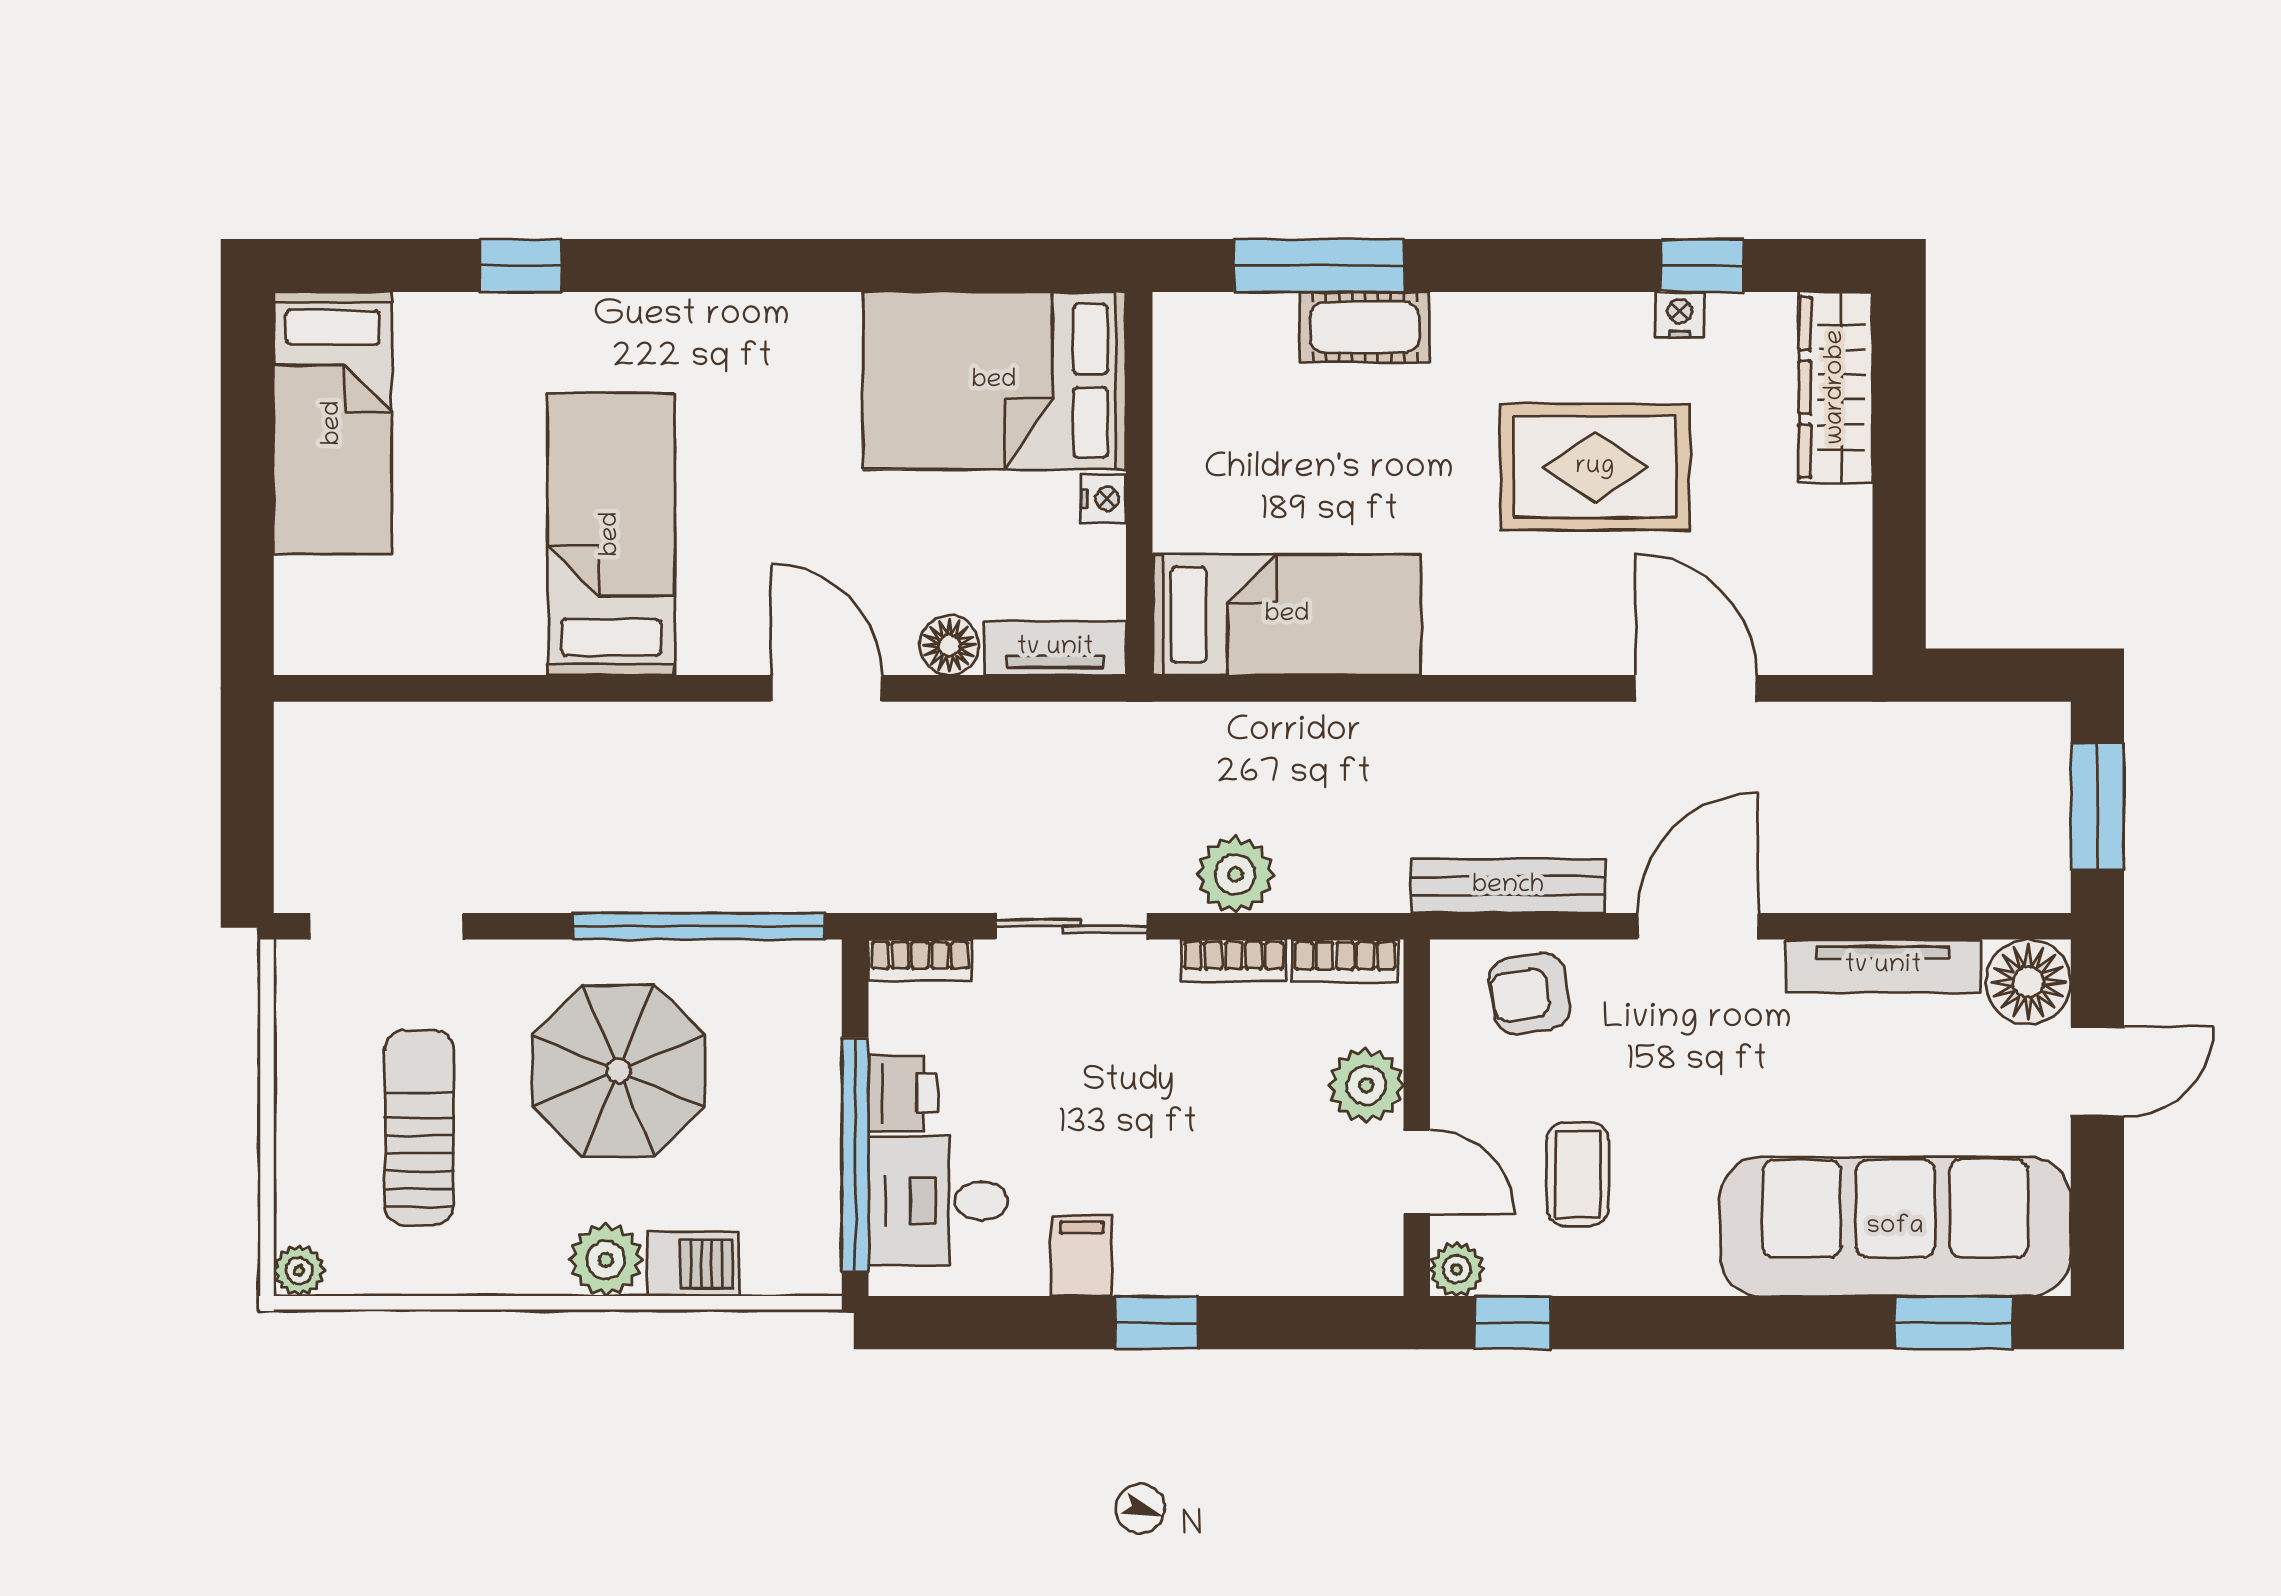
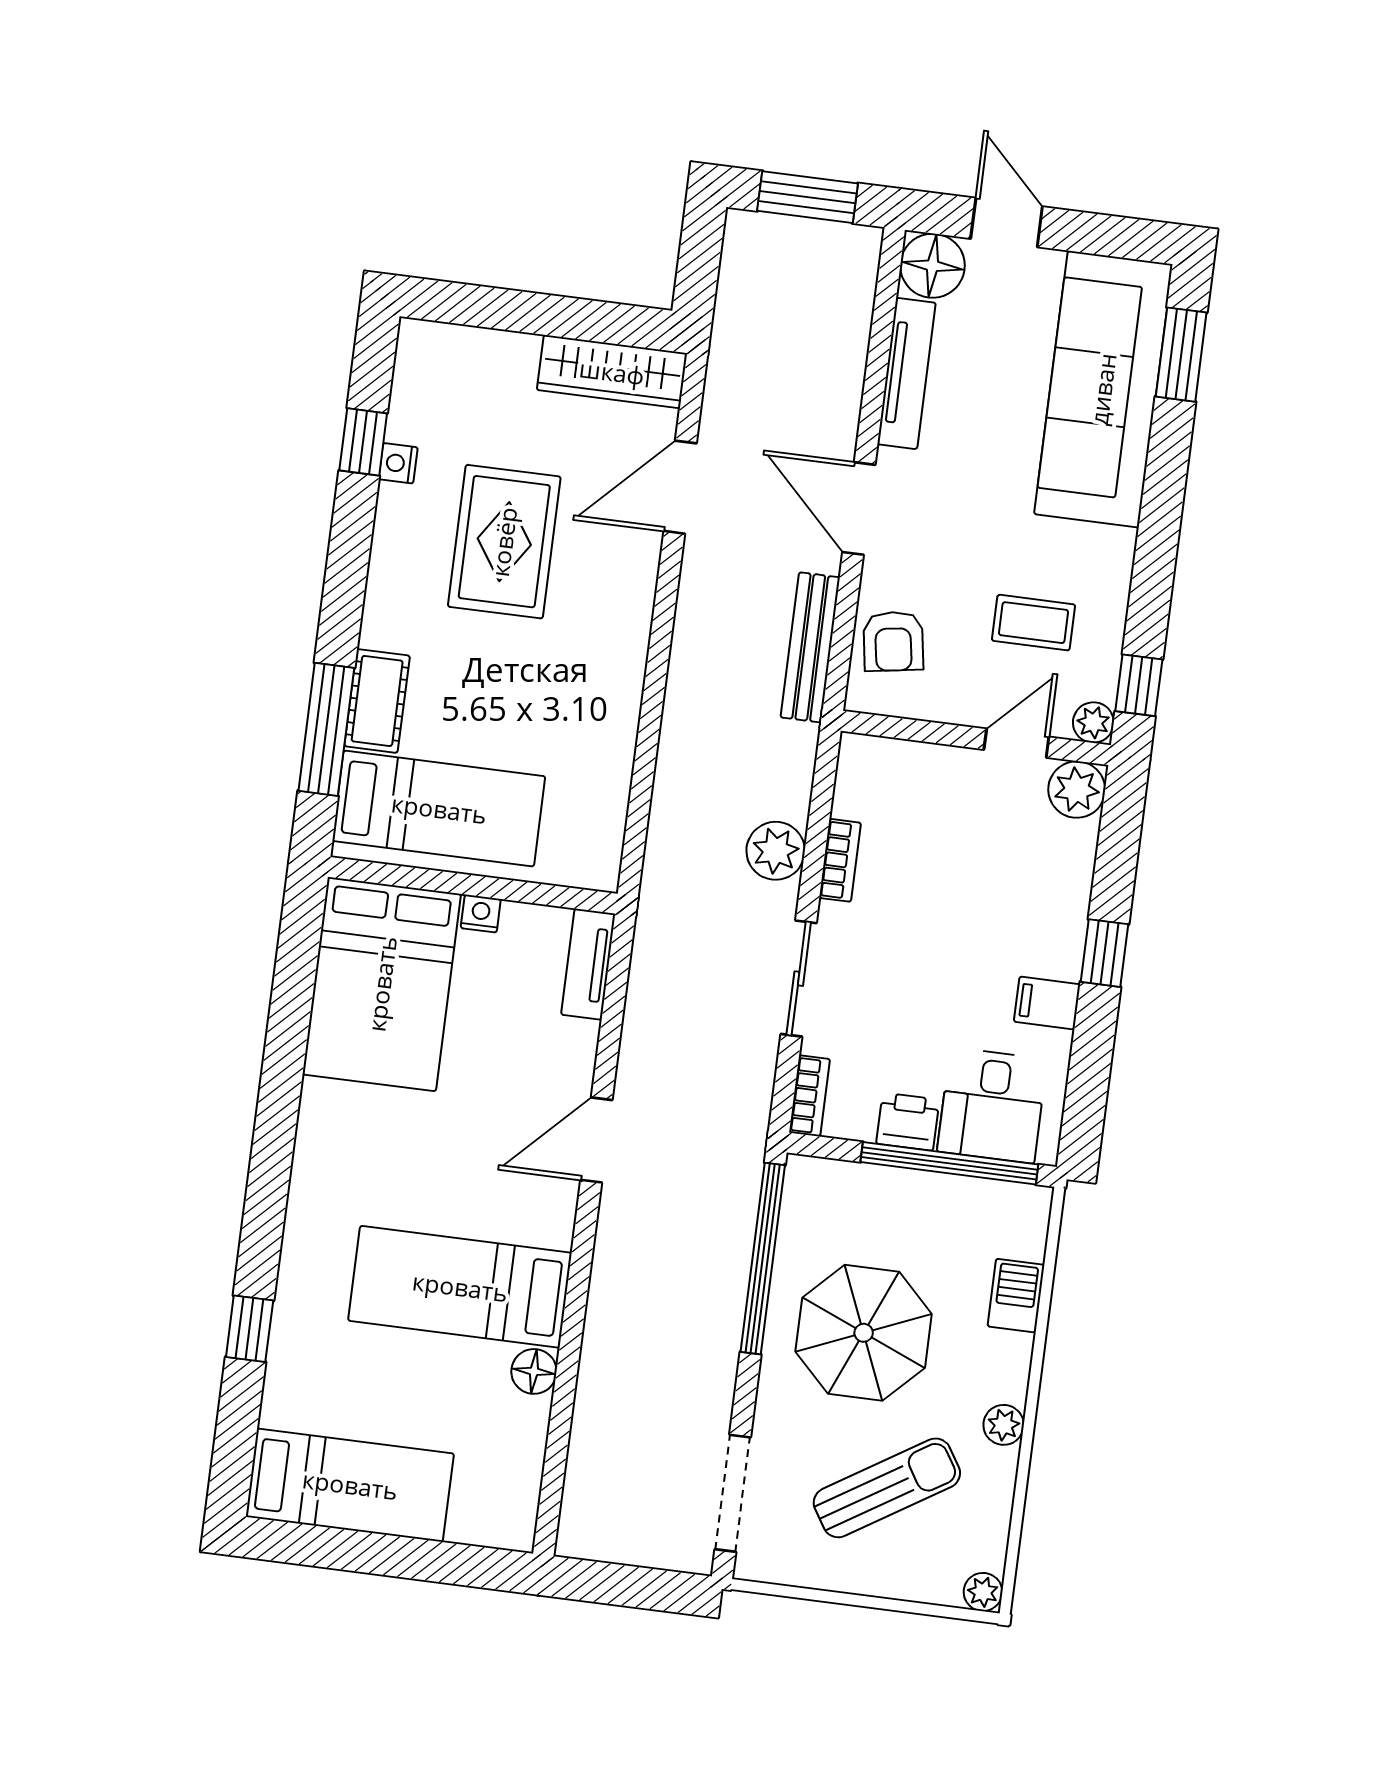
wardrobe: (1836, 387) -> (612, 372), moved
bed: (1287, 615) -> (439, 809), moved, turned 90
floor lamp: (949, 645) -> (534, 1371), moved
bookcase: (1345, 961) -> (851, 777), removed
plant: (1366, 1085) -> (1077, 790), moved
sun lounger: (419, 1127) -> (887, 1488), turned 148
plant: (606, 1260) -> (1004, 1425), moved, width x0.73, depth x0.73

